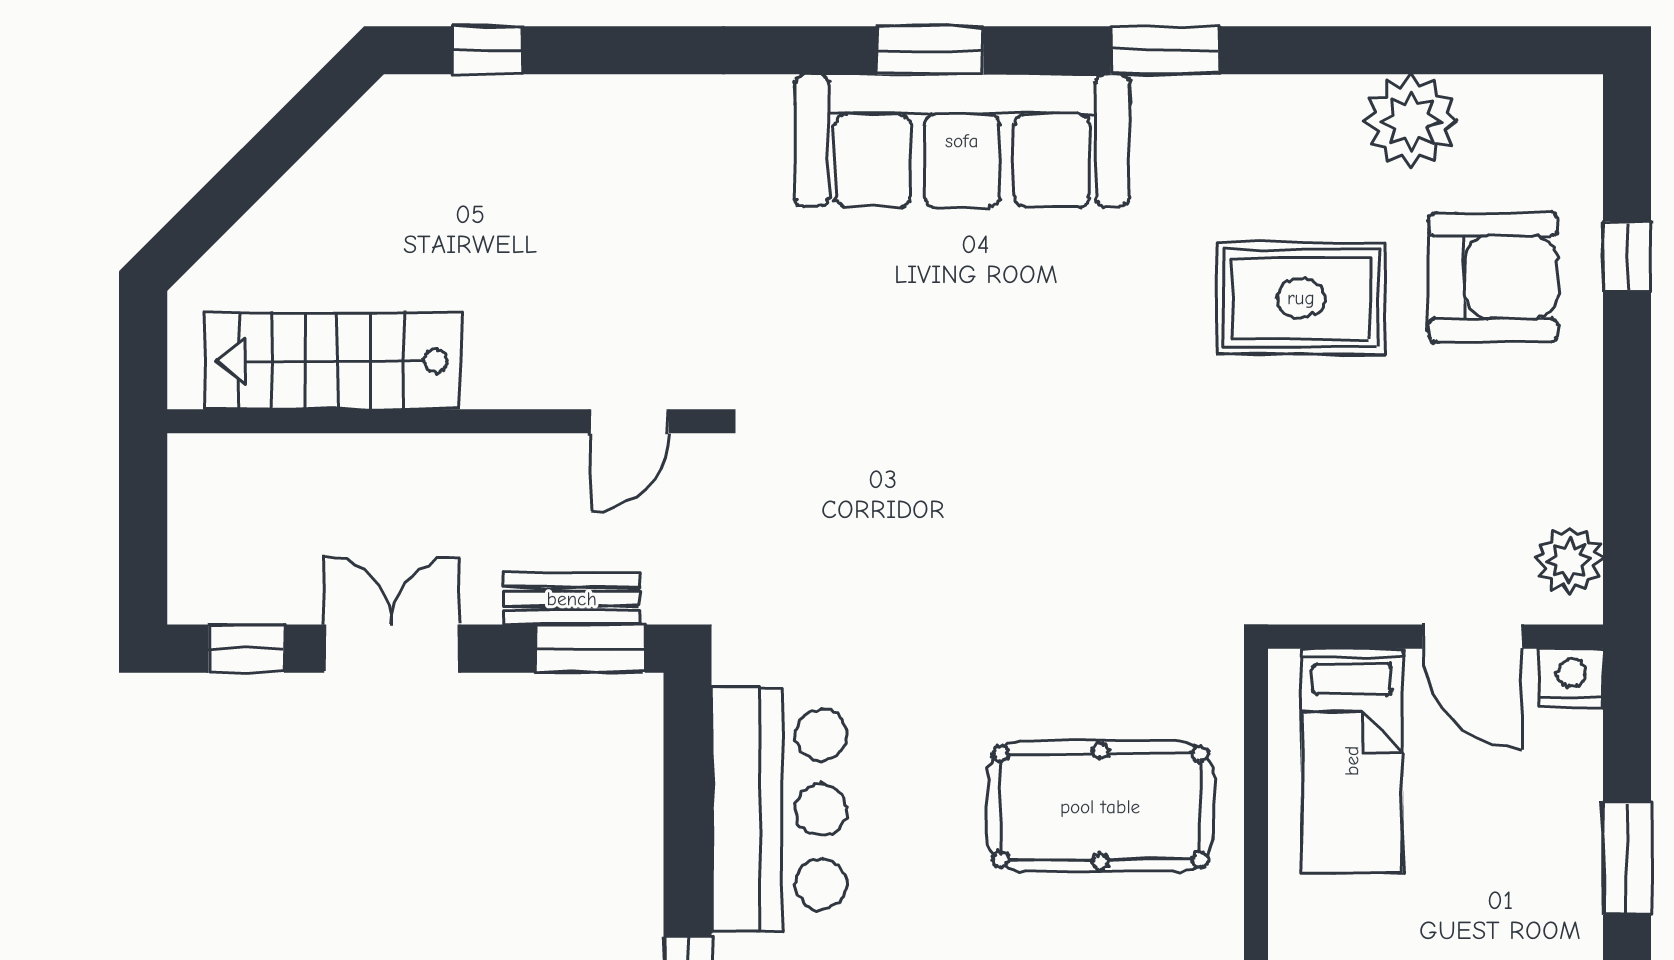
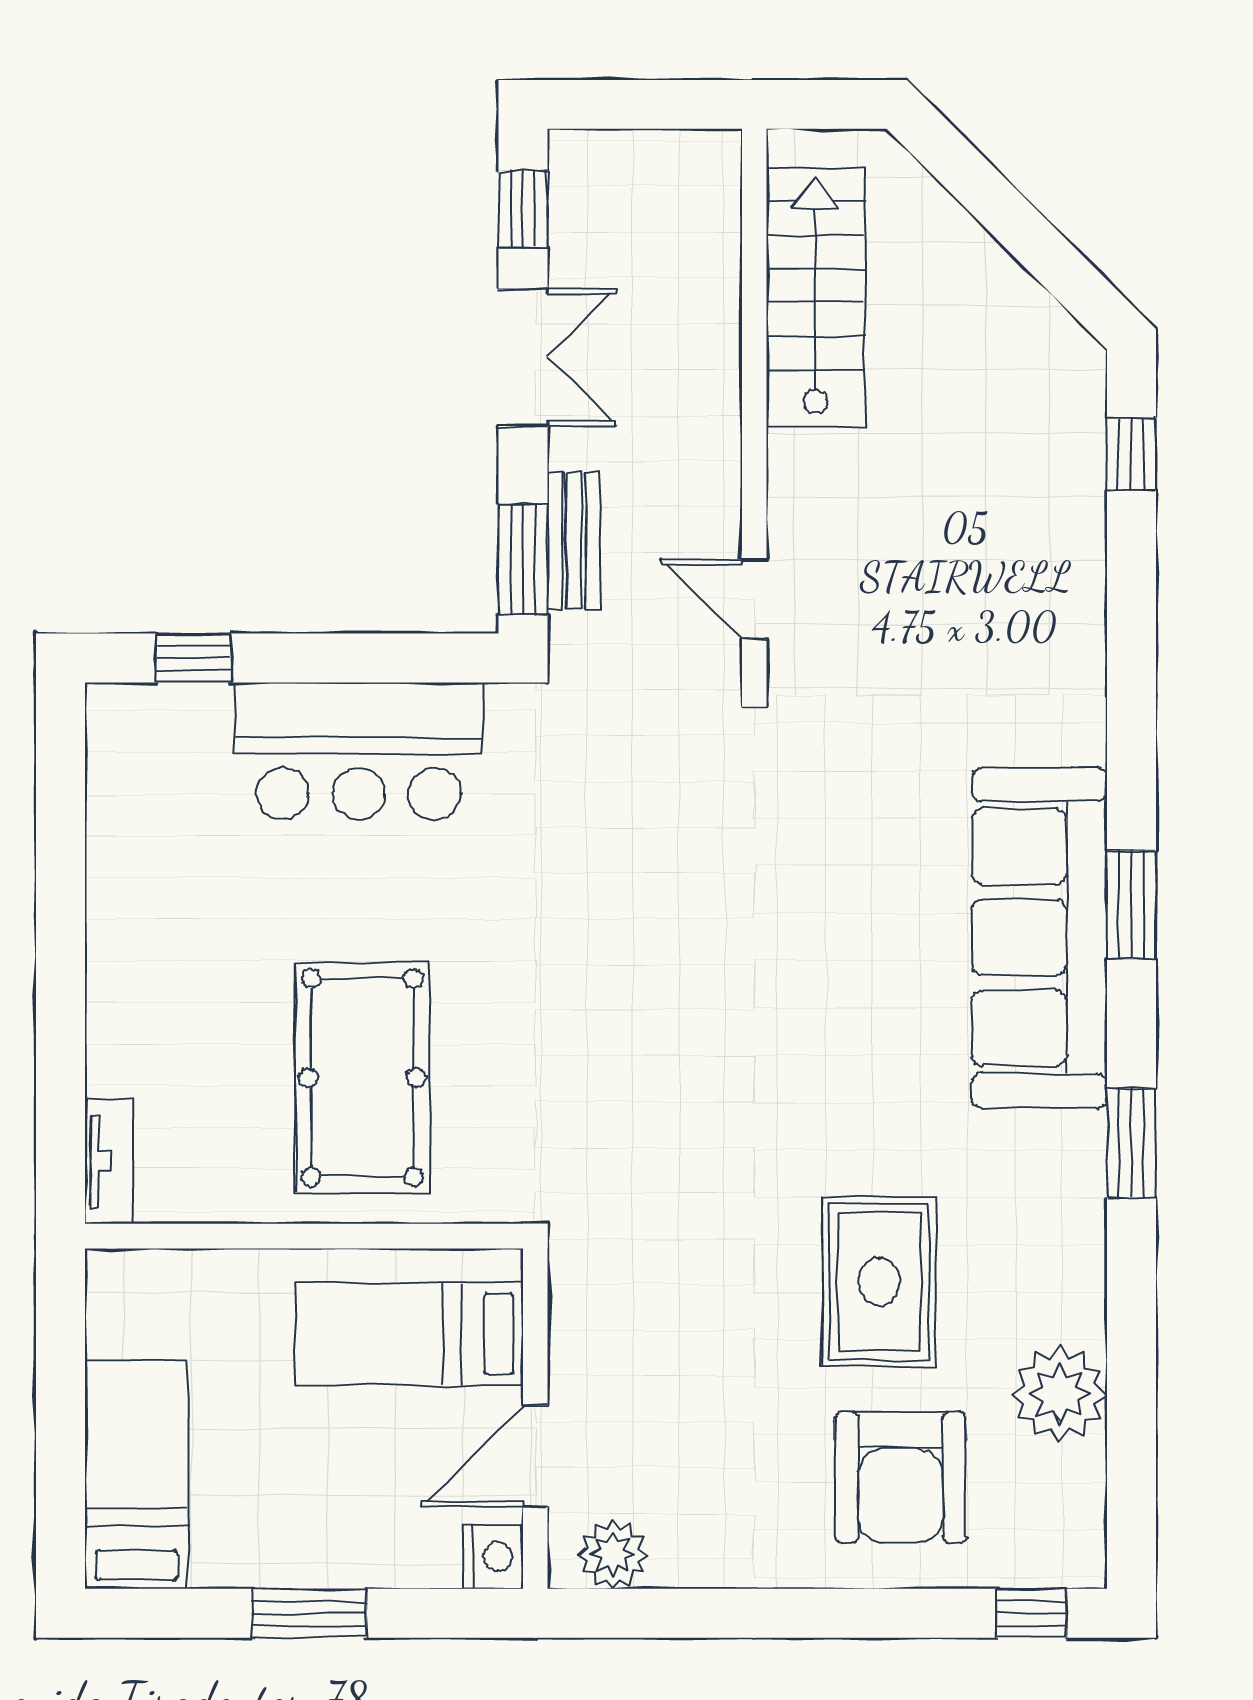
window: (1627, 256) -> (1031, 1613), moved

